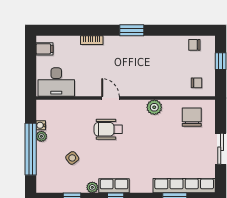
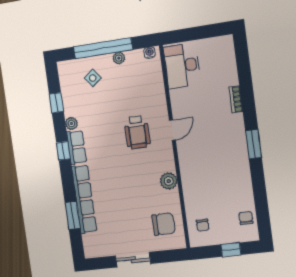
filing cabinet: (45, 49) -> (219, 46), removed
water cooler: (41, 125) -> (150, 53), moved
wheelchair: (108, 129) -> (137, 132), turned 180
side table: (72, 158) -> (93, 78), moved
row of seats: (184, 186) -> (84, 199), moved

